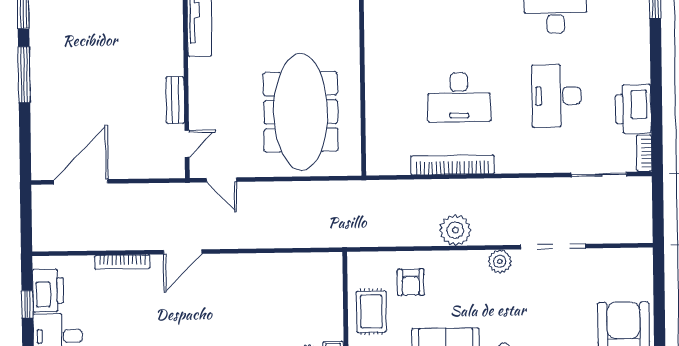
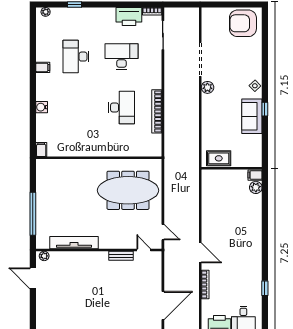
desk: (557, 96) -> (121, 57), turned 180
door: (222, 180) -> (163, 232), hinge flipped
door: (81, 182) -> (163, 306), swing flipped
plant: (455, 230) -> (191, 110), removed
armchair: (411, 282) -> (218, 134), removed
rug: (371, 312) -> (219, 158), moved

